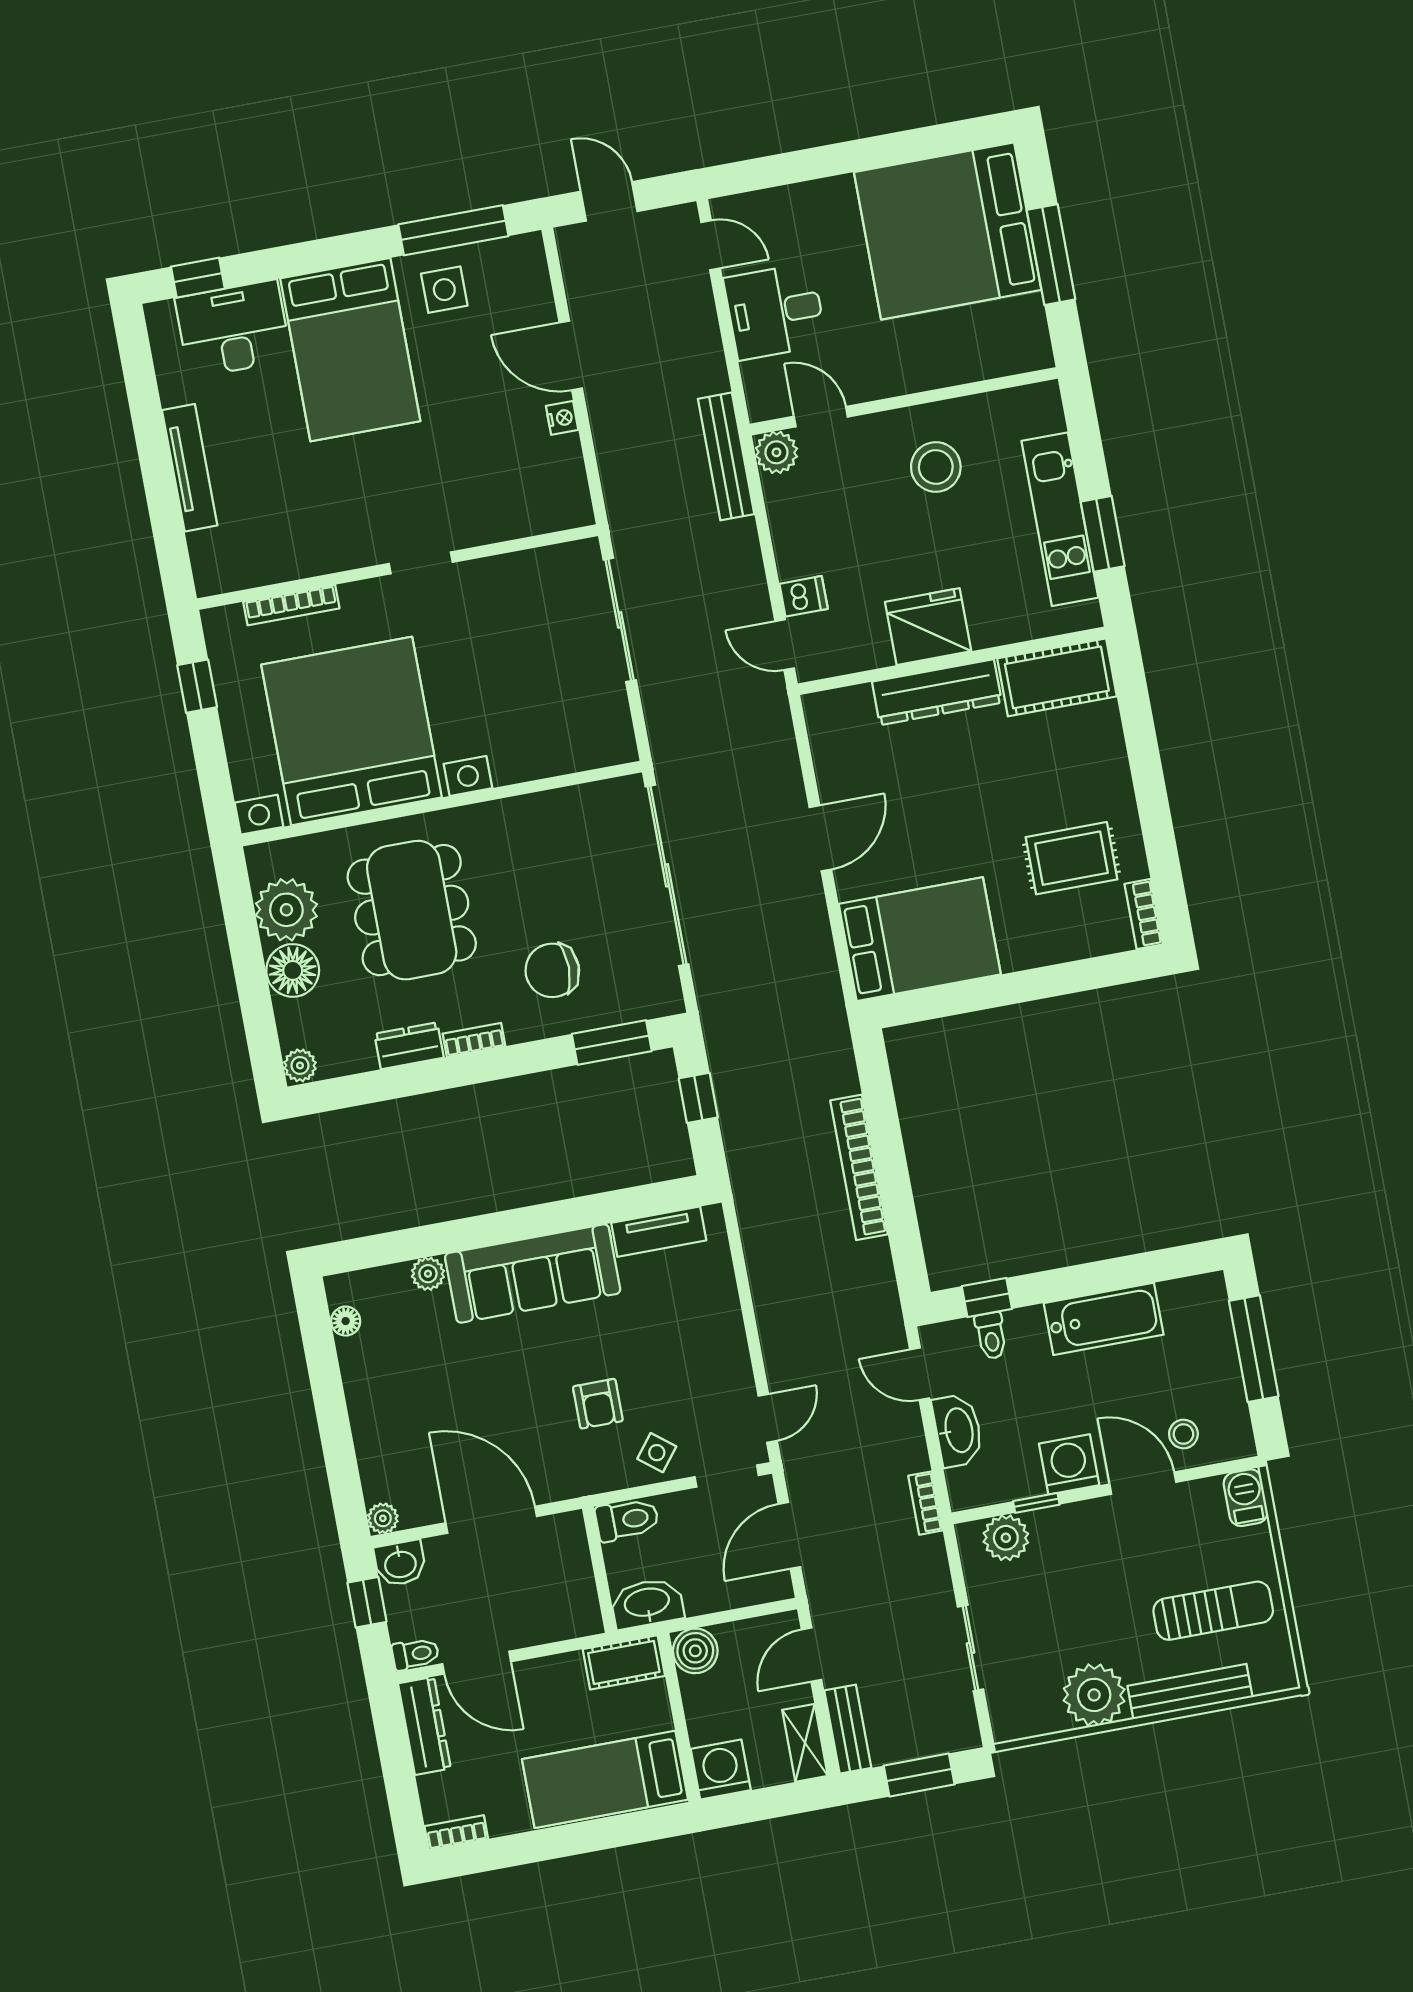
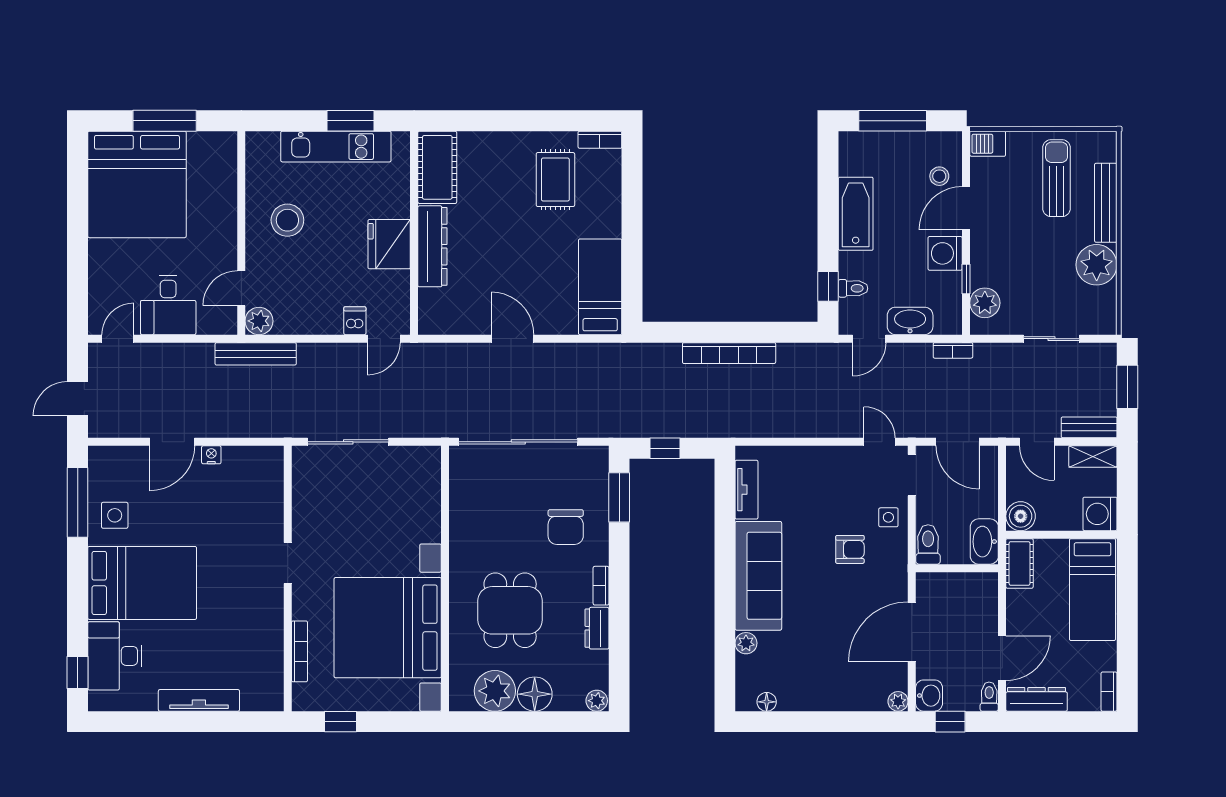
dining table: (412, 910) -> (510, 610), width x0.73
bed: (920, 939) -> (600, 287), width x0.67
side table: (657, 1453) -> (888, 517), turned -38

